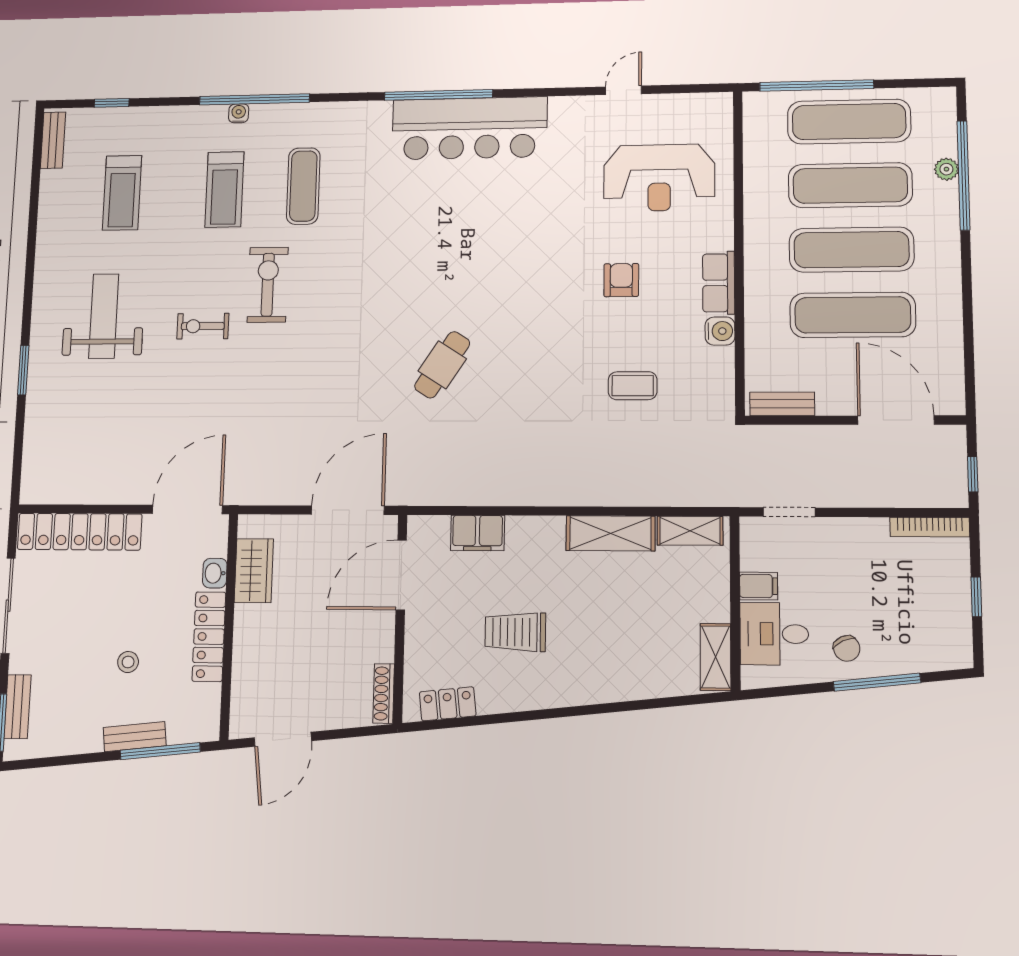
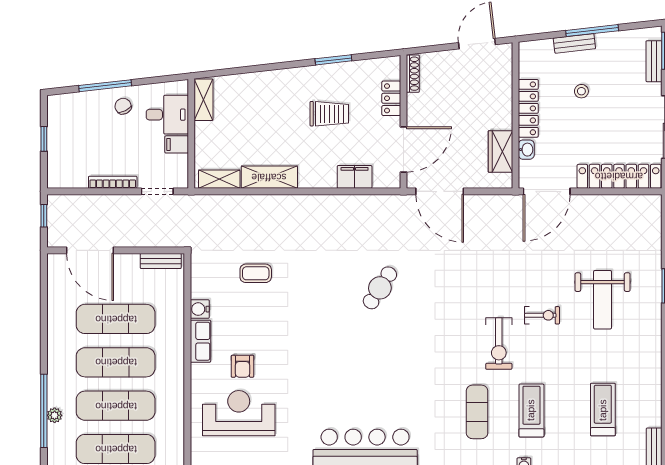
armchair: (621, 280) -> (242, 366), moved
weight bench: (104, 316) -> (603, 300), moved
door: (348, 510) -> (440, 191), hinge flipped
bookcase: (930, 527) -> (113, 182), moved
locker: (448, 704) -> (391, 98), moved, turned 96
window: (507, 718) -> (333, 60), added
window: (160, 751) -> (592, 31), moved

